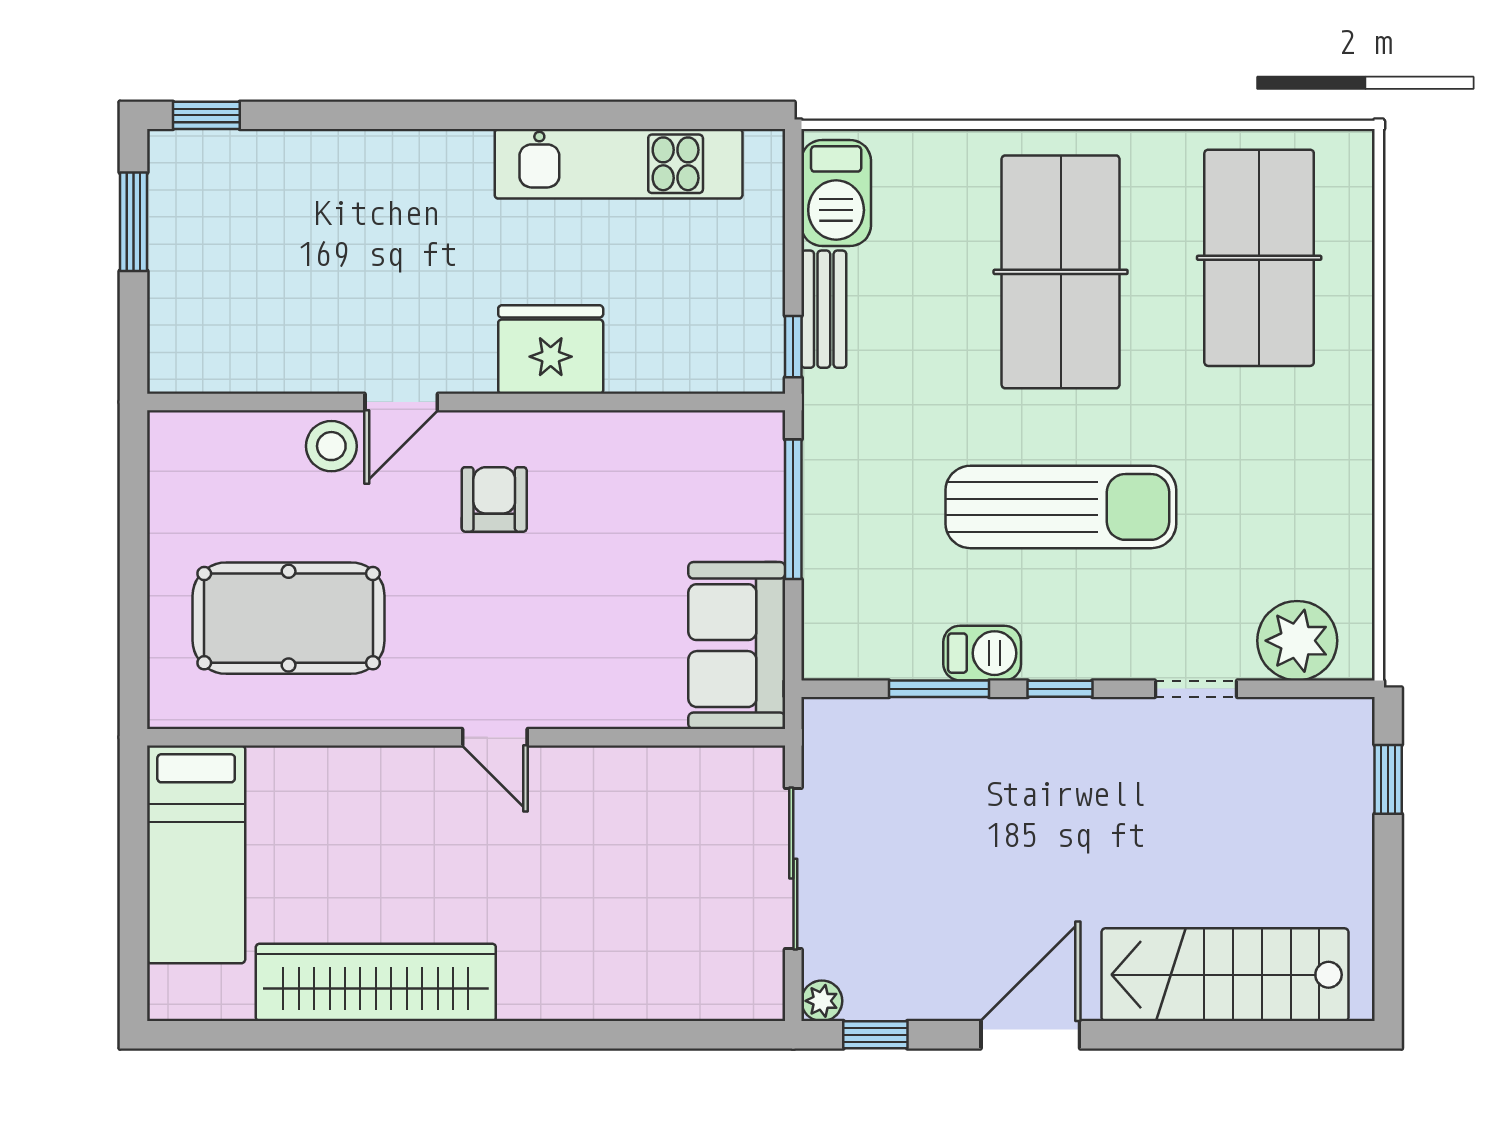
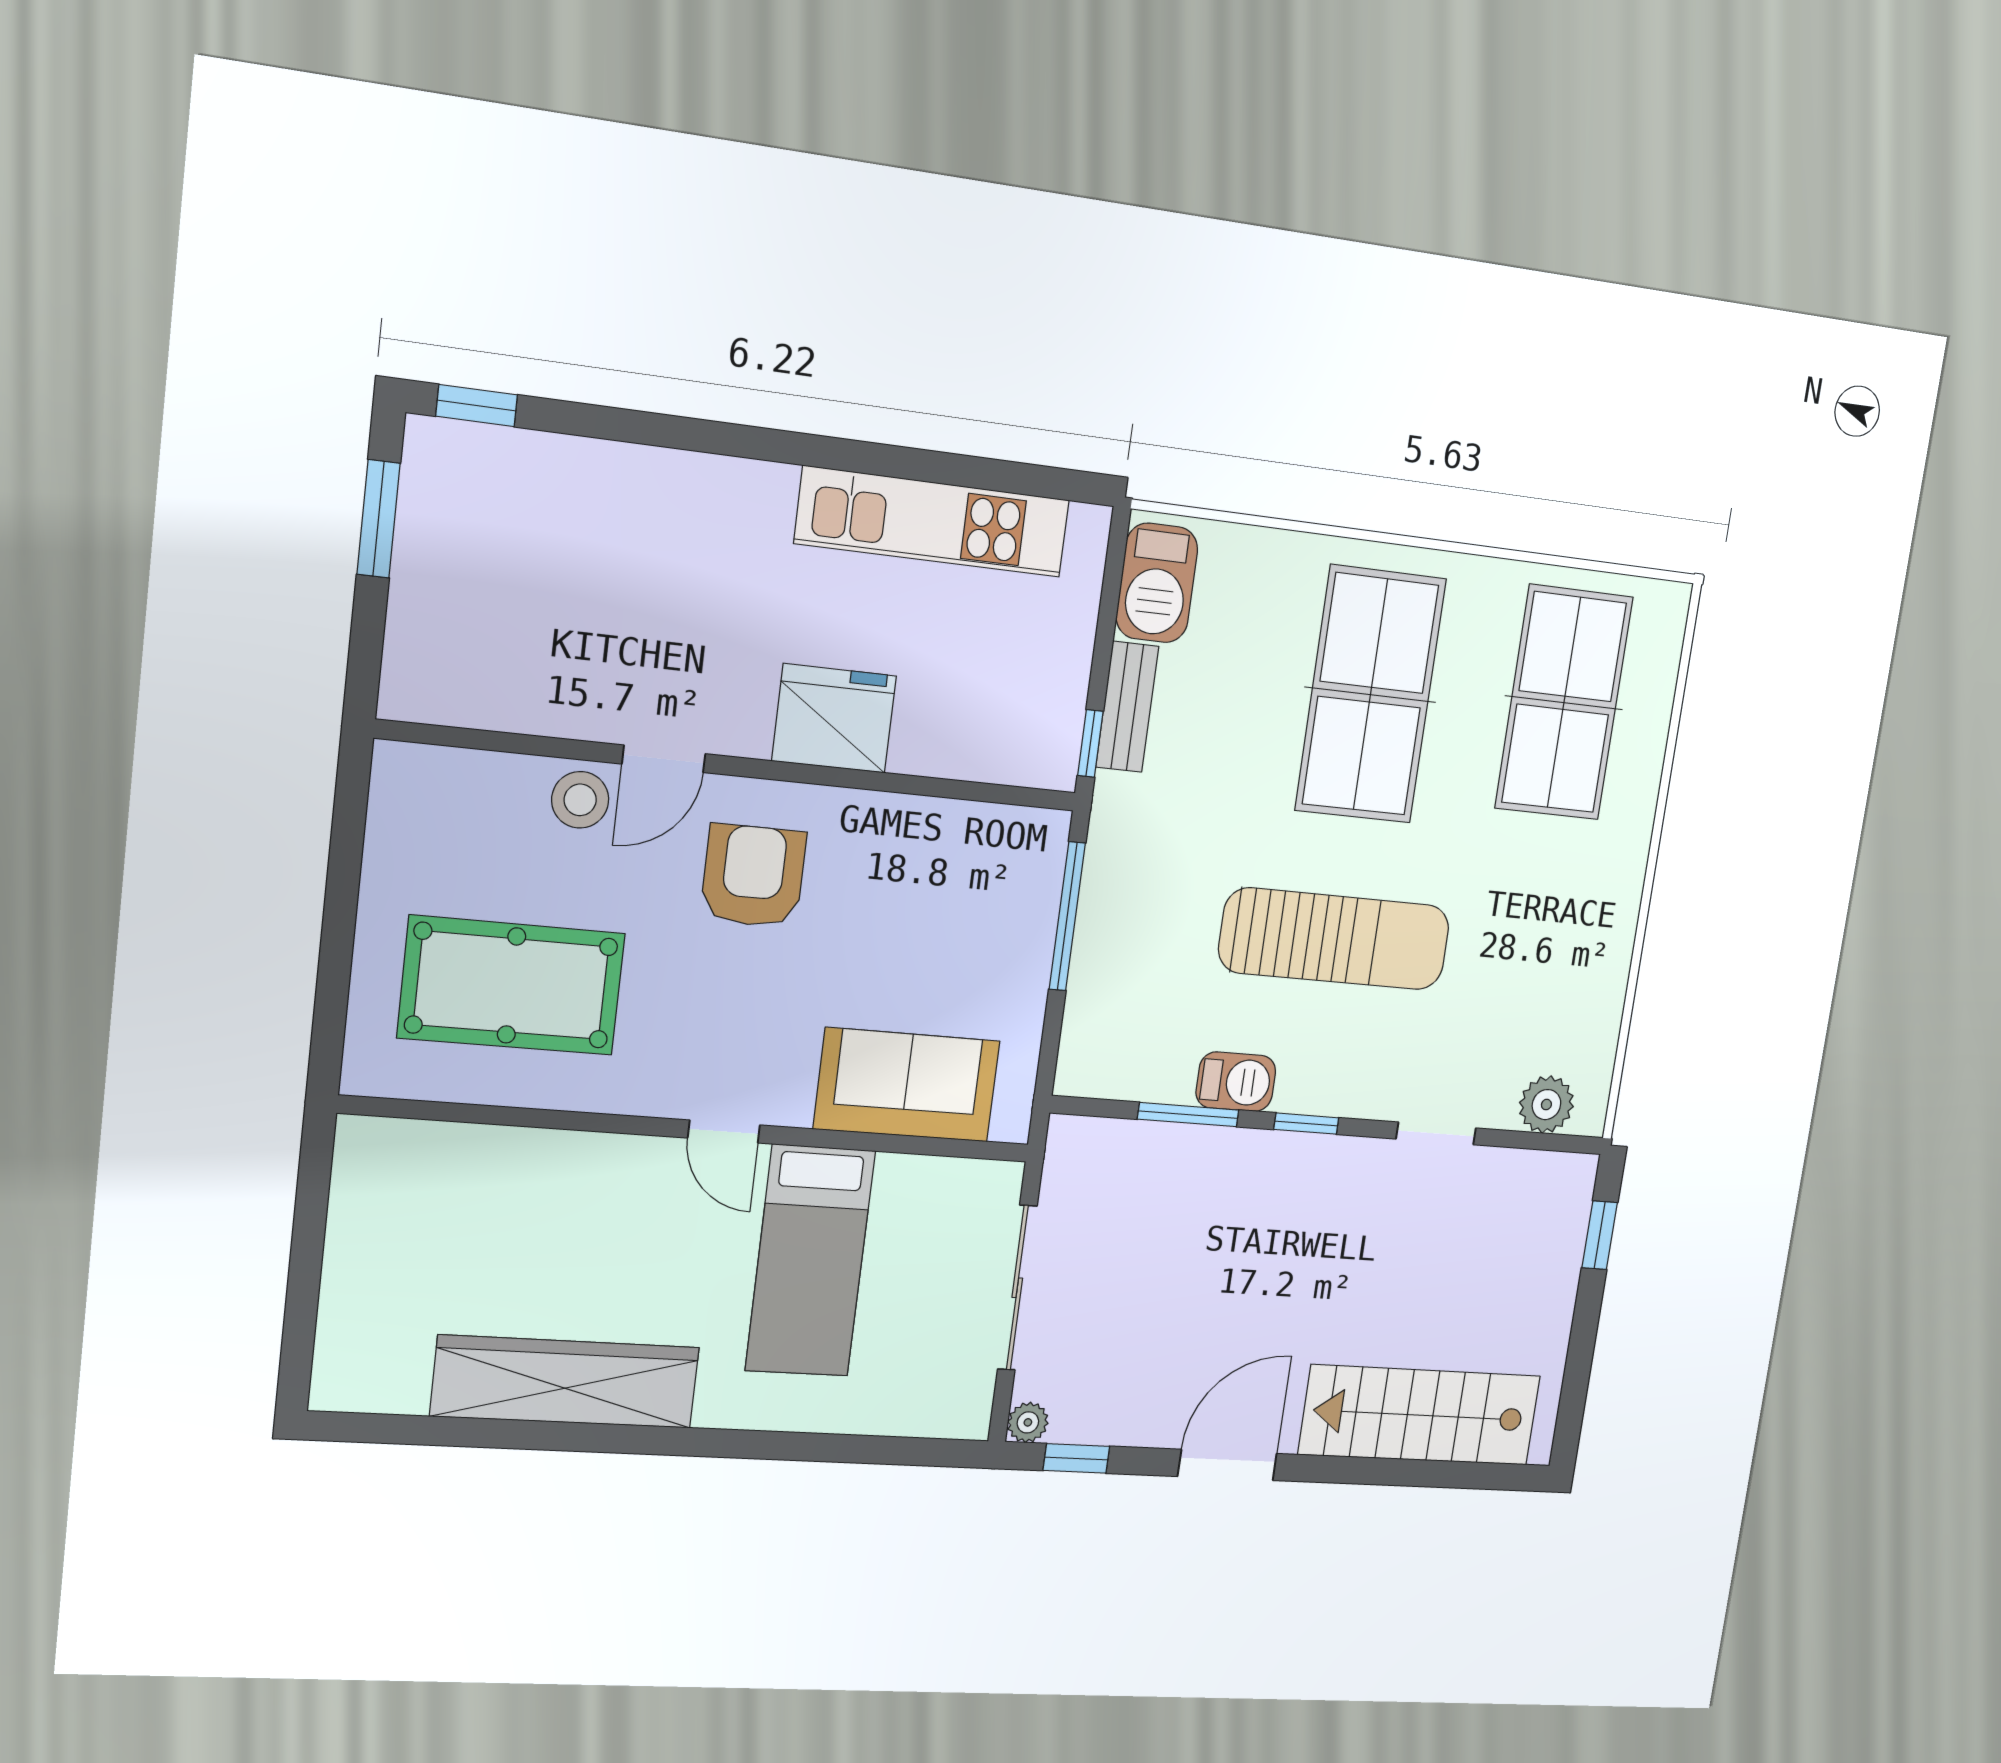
armchair: (494, 499) -> (753, 876), width x1.38, depth x1.38
plant: (1297, 641) -> (1546, 1105), width x0.73, depth x0.73
sofa: (737, 646) -> (907, 1085), moved, turned 90
bed: (196, 854) -> (810, 1261), moved

